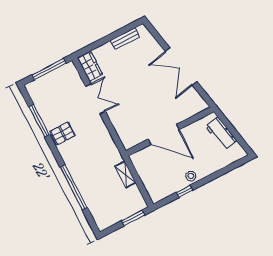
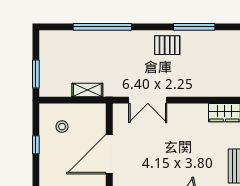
double door: (95, 99) -> (148, 100), moved
pallet: (63, 133) -> (167, 45), turned 90
stool: (191, 176) -> (62, 127), moved

